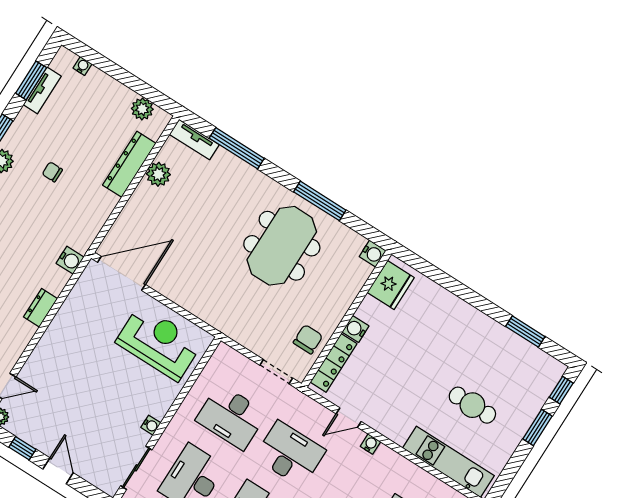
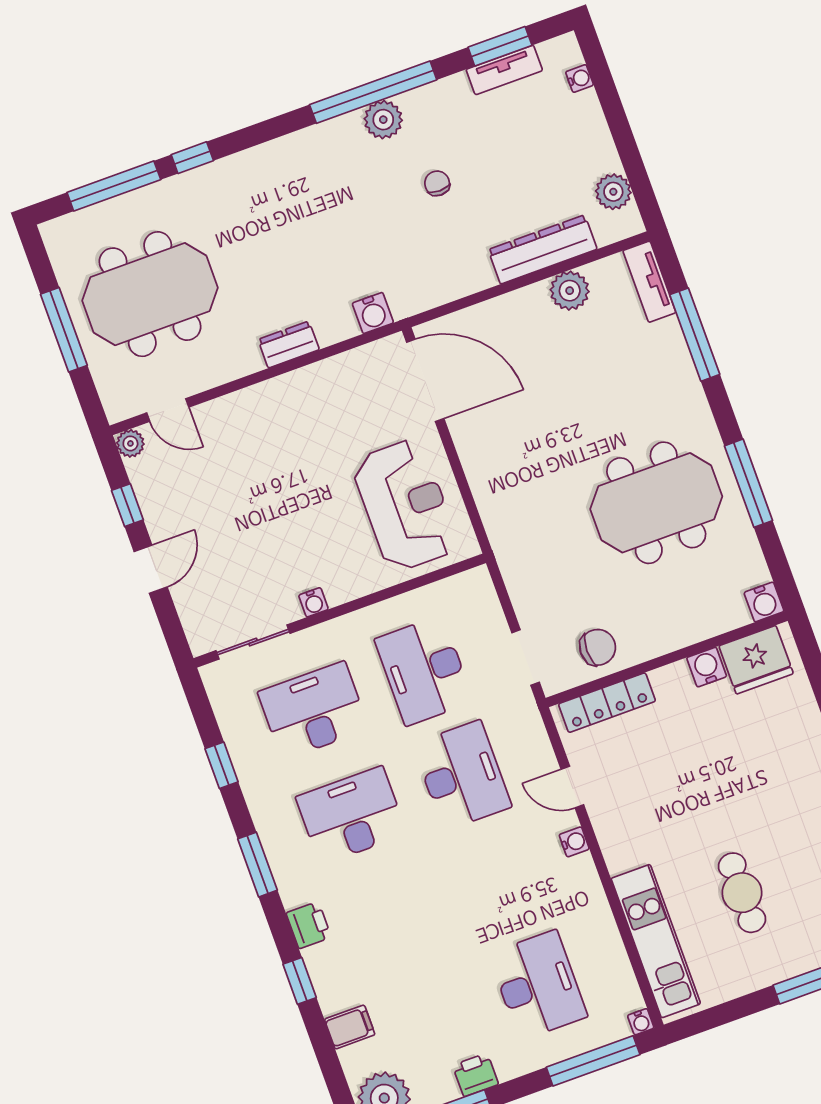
water cooler: (355, 329) -> (707, 667), moved

